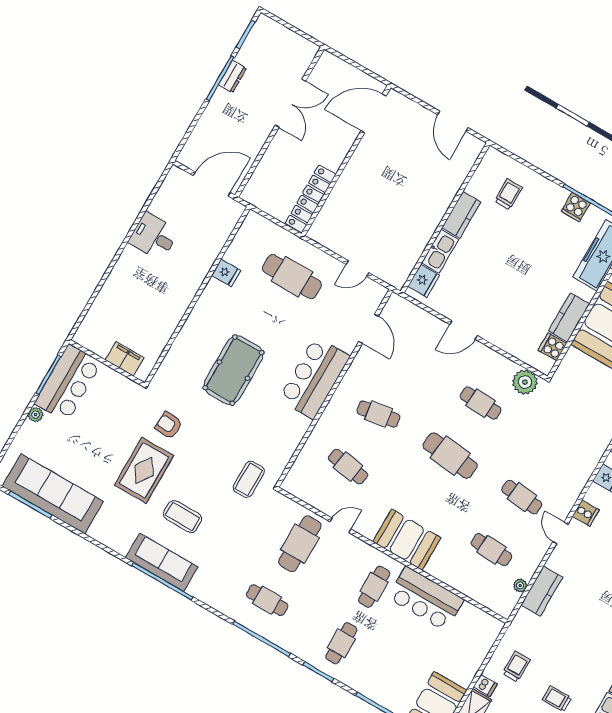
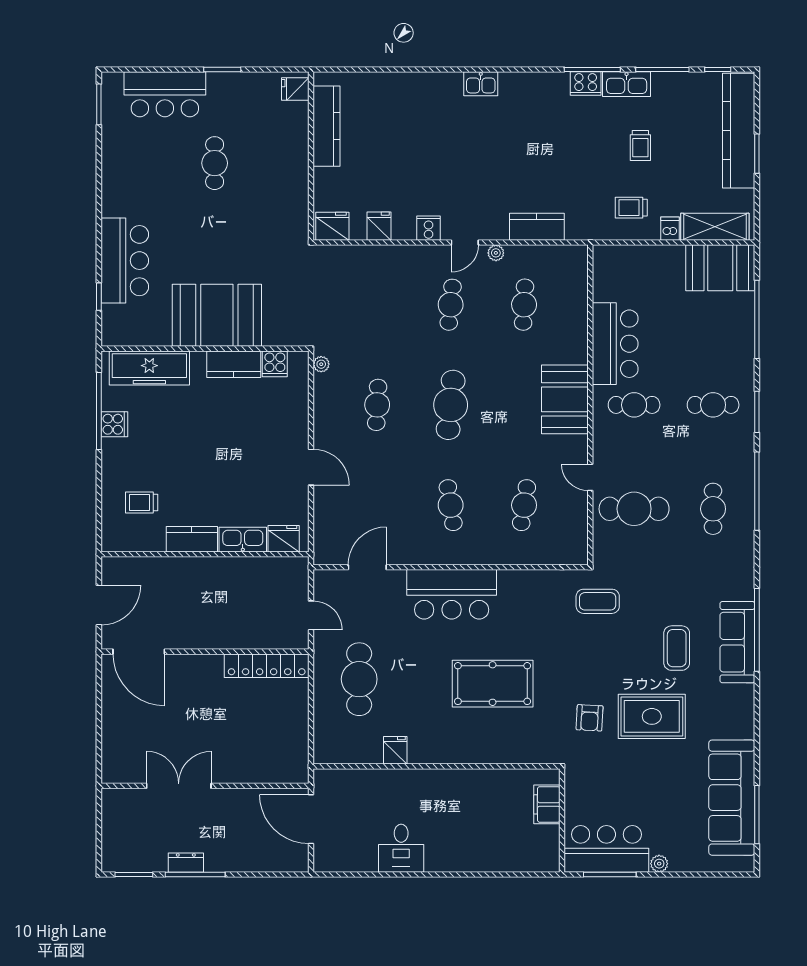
door: (374, 113) -> (139, 652), moved
wall: (346, 161) -> (205, 652), moved
locker: (310, 199) -> (267, 666), moved
plant: (525, 382) -> (321, 364), width x0.53, depth x0.53
plant: (520, 585) -> (496, 253), moved

